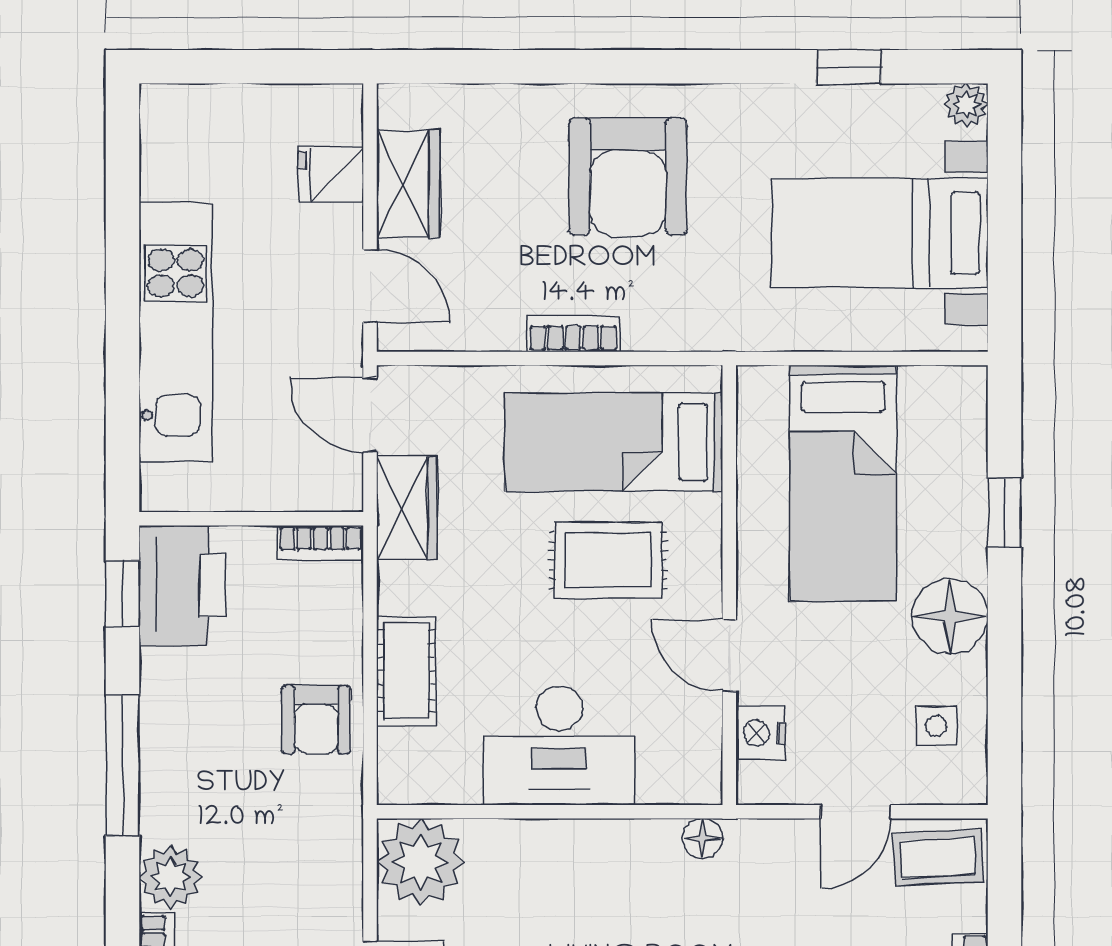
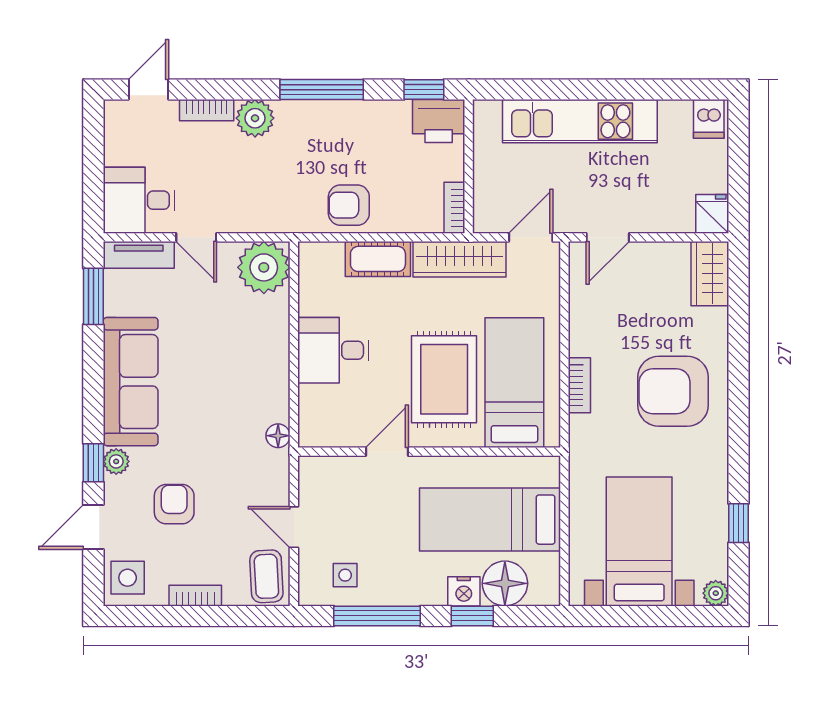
dishwasher: (172, 117) -> (709, 119), added
fridge: (331, 175) -> (712, 214), moved
wardrobe: (408, 184) -> (710, 274), moved, turned 90
bookcase: (573, 333) -> (579, 385), moved
wardrobe: (407, 508) -> (460, 259), width x1.50
rug: (608, 560) -> (444, 379), width x1.36, depth x1.43
printer: (182, 585) -> (439, 121), width x0.73, depth x0.84
floor lamp: (950, 616) -> (505, 583), moved
window: (1004, 673) -> (377, 616), added
nightstand: (761, 733) -> (464, 591), moved, turned 180
desk: (559, 745) -> (333, 350), width x0.73

